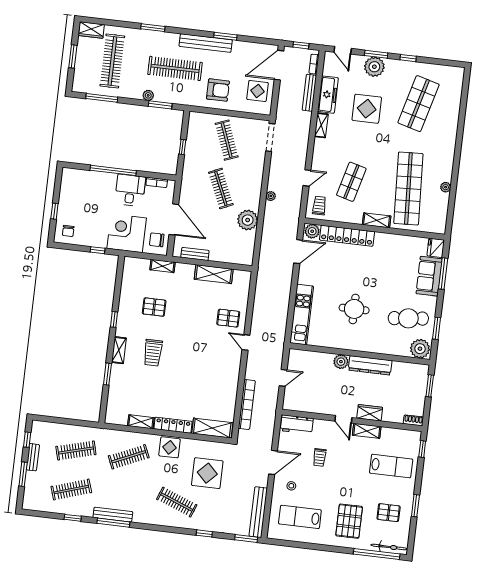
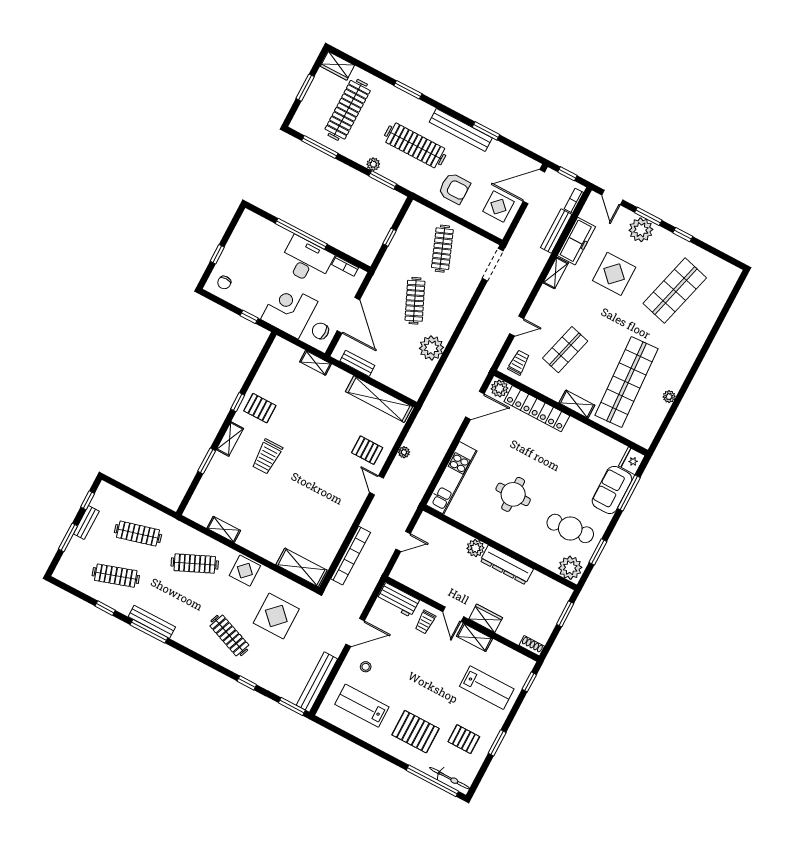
desk: (130, 190) -> (306, 261), width x1.37
plant: (271, 196) -> (404, 452), moved
shelving: (214, 274) -> (379, 399), width x1.47
pallet: (154, 307) -> (260, 408), moved
locker: (173, 425) -> (258, 547), removed
trolley: (320, 457) -> (425, 622), moved
pallet: (349, 521) -> (416, 732), turned 90

